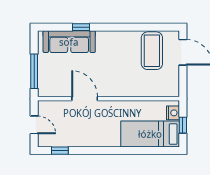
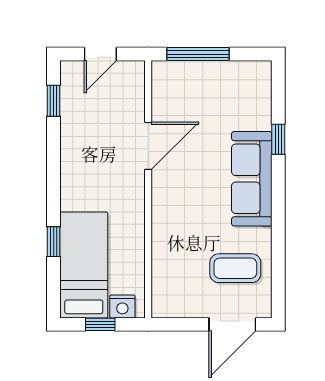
sofa: (69, 42) -> (252, 179), moved
coffee table: (152, 51) -> (235, 268), width x0.73, depth x0.76
window: (137, 151) -> (54, 242), added

